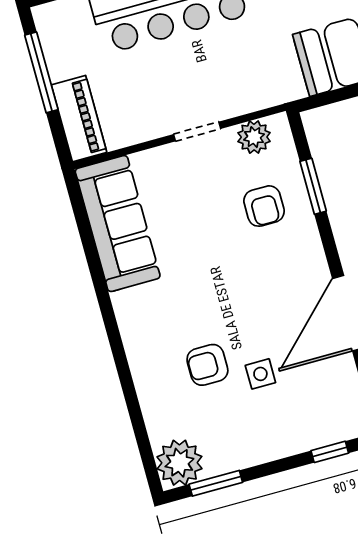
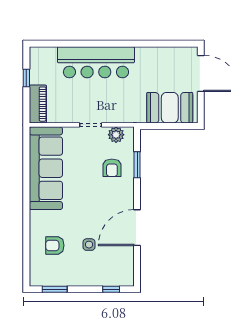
window: (41, 72) -> (26, 78), width x0.46
sofa: (118, 224) -> (46, 168), width x1.36, depth x1.27
armchair: (207, 365) -> (55, 245), moved
plant: (179, 463) -> (40, 275), removed

